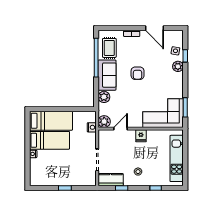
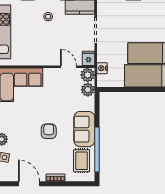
plant: (104, 97) -> (88, 90), moved
door: (121, 129) -> (68, 67), swing flipped
fridge: (141, 136) -> (88, 58), moved

